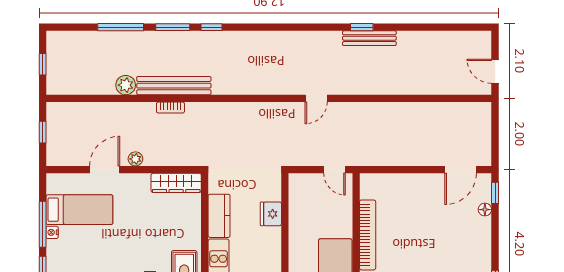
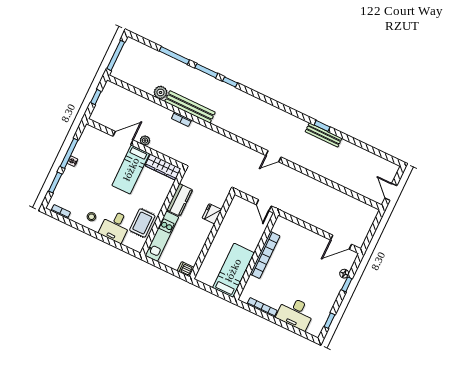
window: (43, 64) -> (116, 55), width x2.17
window: (495, 193) -> (347, 284), moved
bed: (79, 210) -> (131, 169), moved, turned 90

